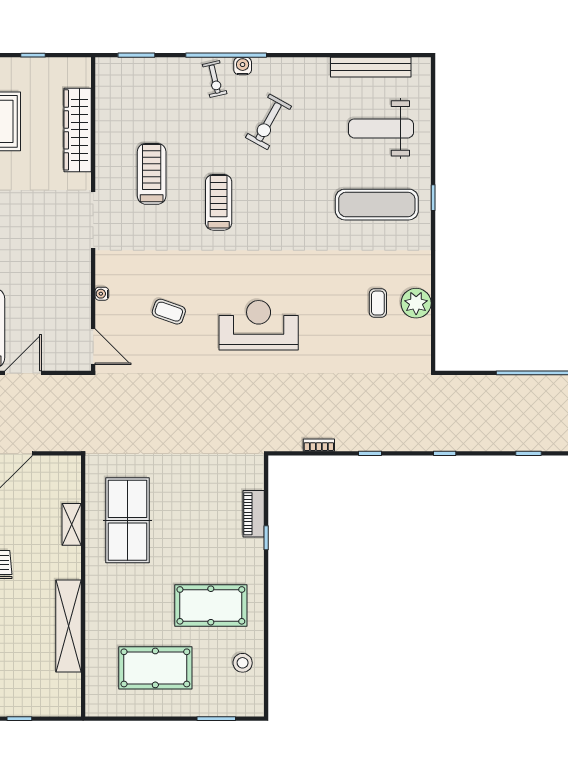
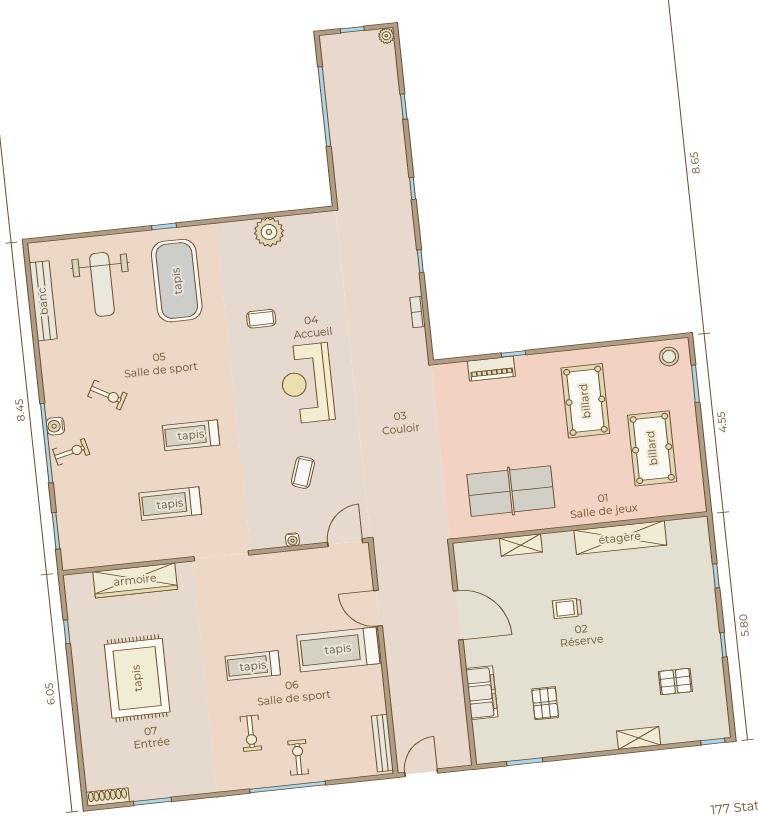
exercise bike: (268, 122) -> (107, 395), width x0.73, depth x0.72
exercise mat: (377, 205) -> (177, 281), width x1.47
coffee table: (378, 303) -> (261, 319), moved
stool: (243, 663) -> (669, 356), moved

